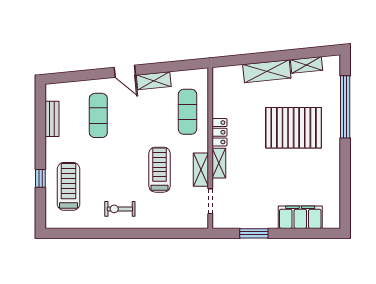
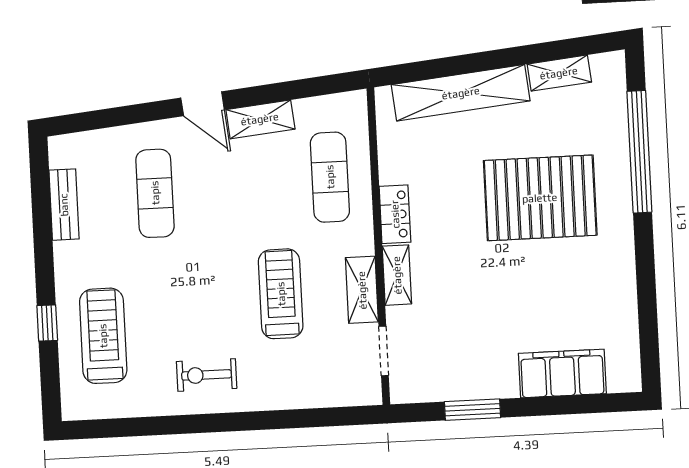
shelving: (267, 71) -> (461, 93), width x1.47

